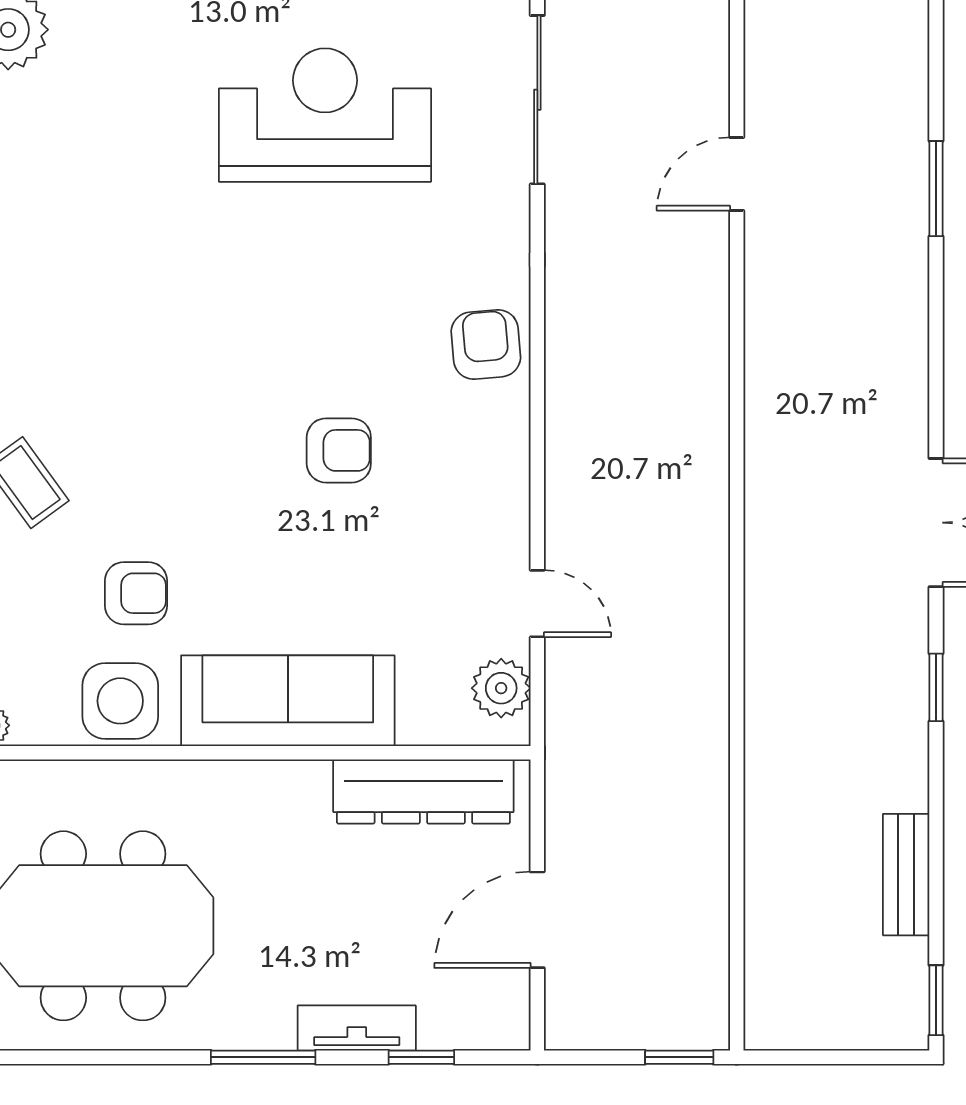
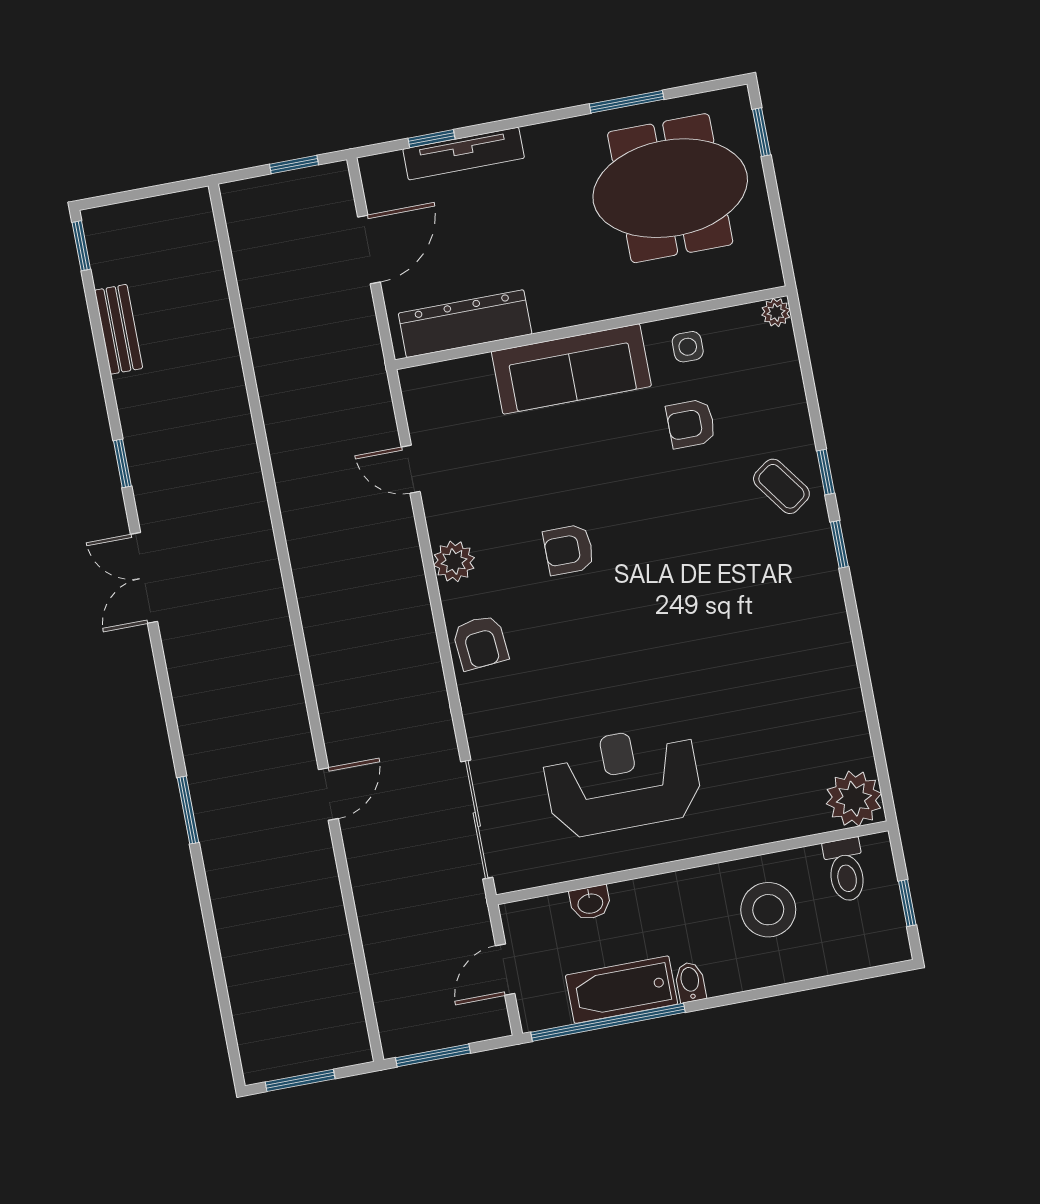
reception desk: (325, 115) -> (622, 781), turned 180
plant: (501, 688) -> (454, 561), moved
side table: (120, 701) -> (688, 347), width x0.54, depth x0.54
tv unit: (357, 1028) -> (464, 154), width x1.41
window: (263, 1057) -> (627, 102), moved
window: (679, 1057) -> (294, 165), moved

